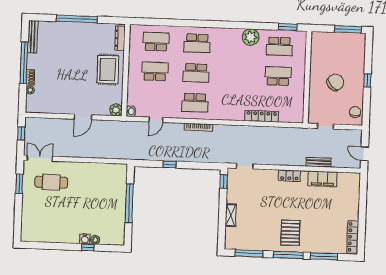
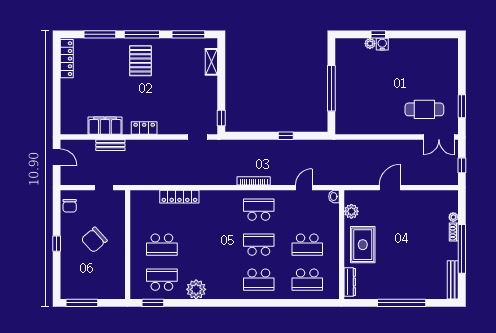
school desk: (197, 43) -> (259, 280), turned 180
plant: (116, 110) -> (351, 211), moved
shelving: (231, 215) -> (211, 62), moved

